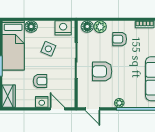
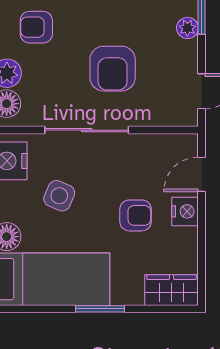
armchair: (120, 39) -> (36, 27), turned 90
armchair: (40, 81) -> (136, 215), turned 90

